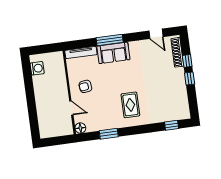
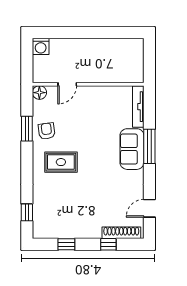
washing machine: (37, 68) -> (41, 46), moved
window: (190, 78) -> (66, 244), moved
armchair: (85, 86) -> (47, 131), moved

